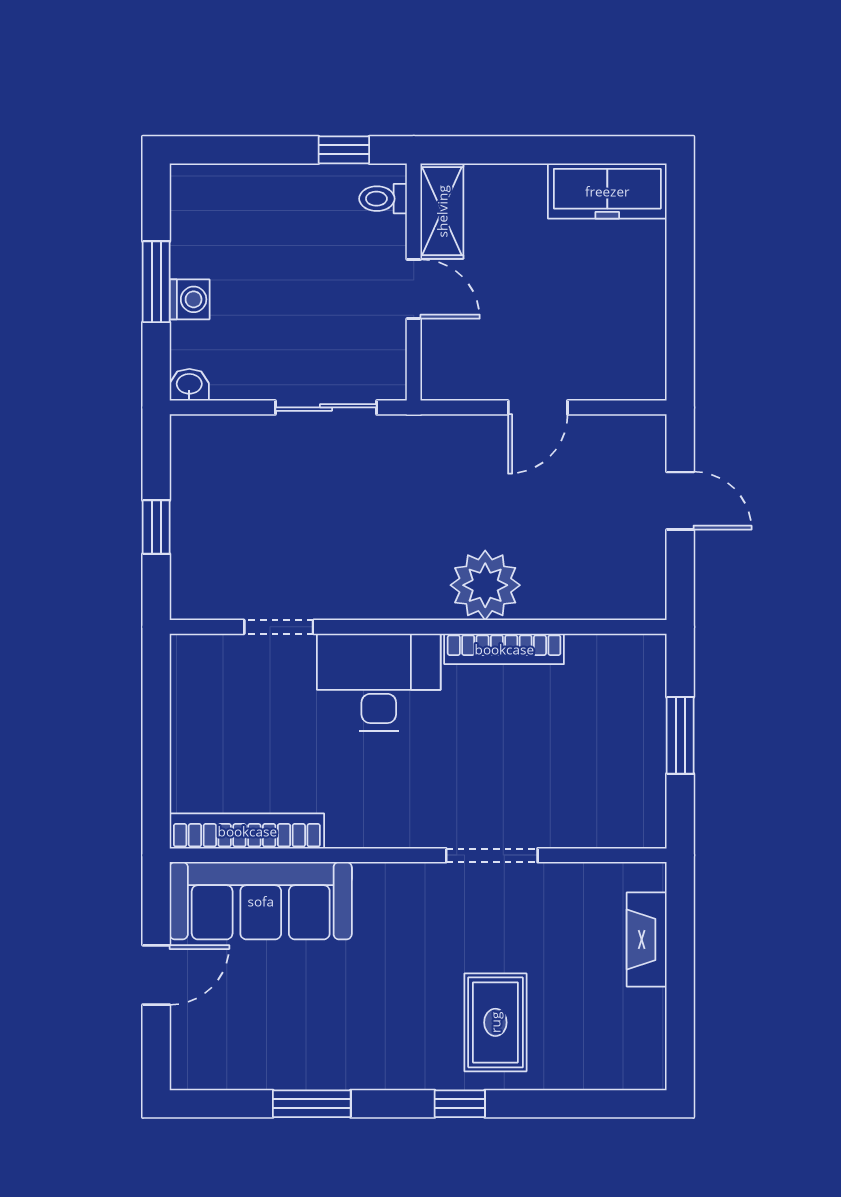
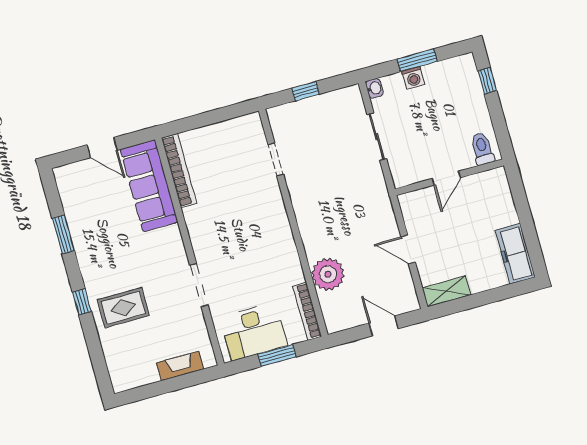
window: (344, 150) -> (487, 81), moved
toilet: (383, 199) -> (482, 149), width x1.37, depth x1.39
shelving: (442, 211) -> (446, 291), moved
sliding door: (326, 407) -> (377, 137), moved
door: (680, 501) -> (384, 326), swing flipped
plant: (485, 585) -> (328, 274), moved
bookcase: (504, 649) -> (307, 311), moved
desk: (379, 682) -> (254, 332), moved, turned 90

